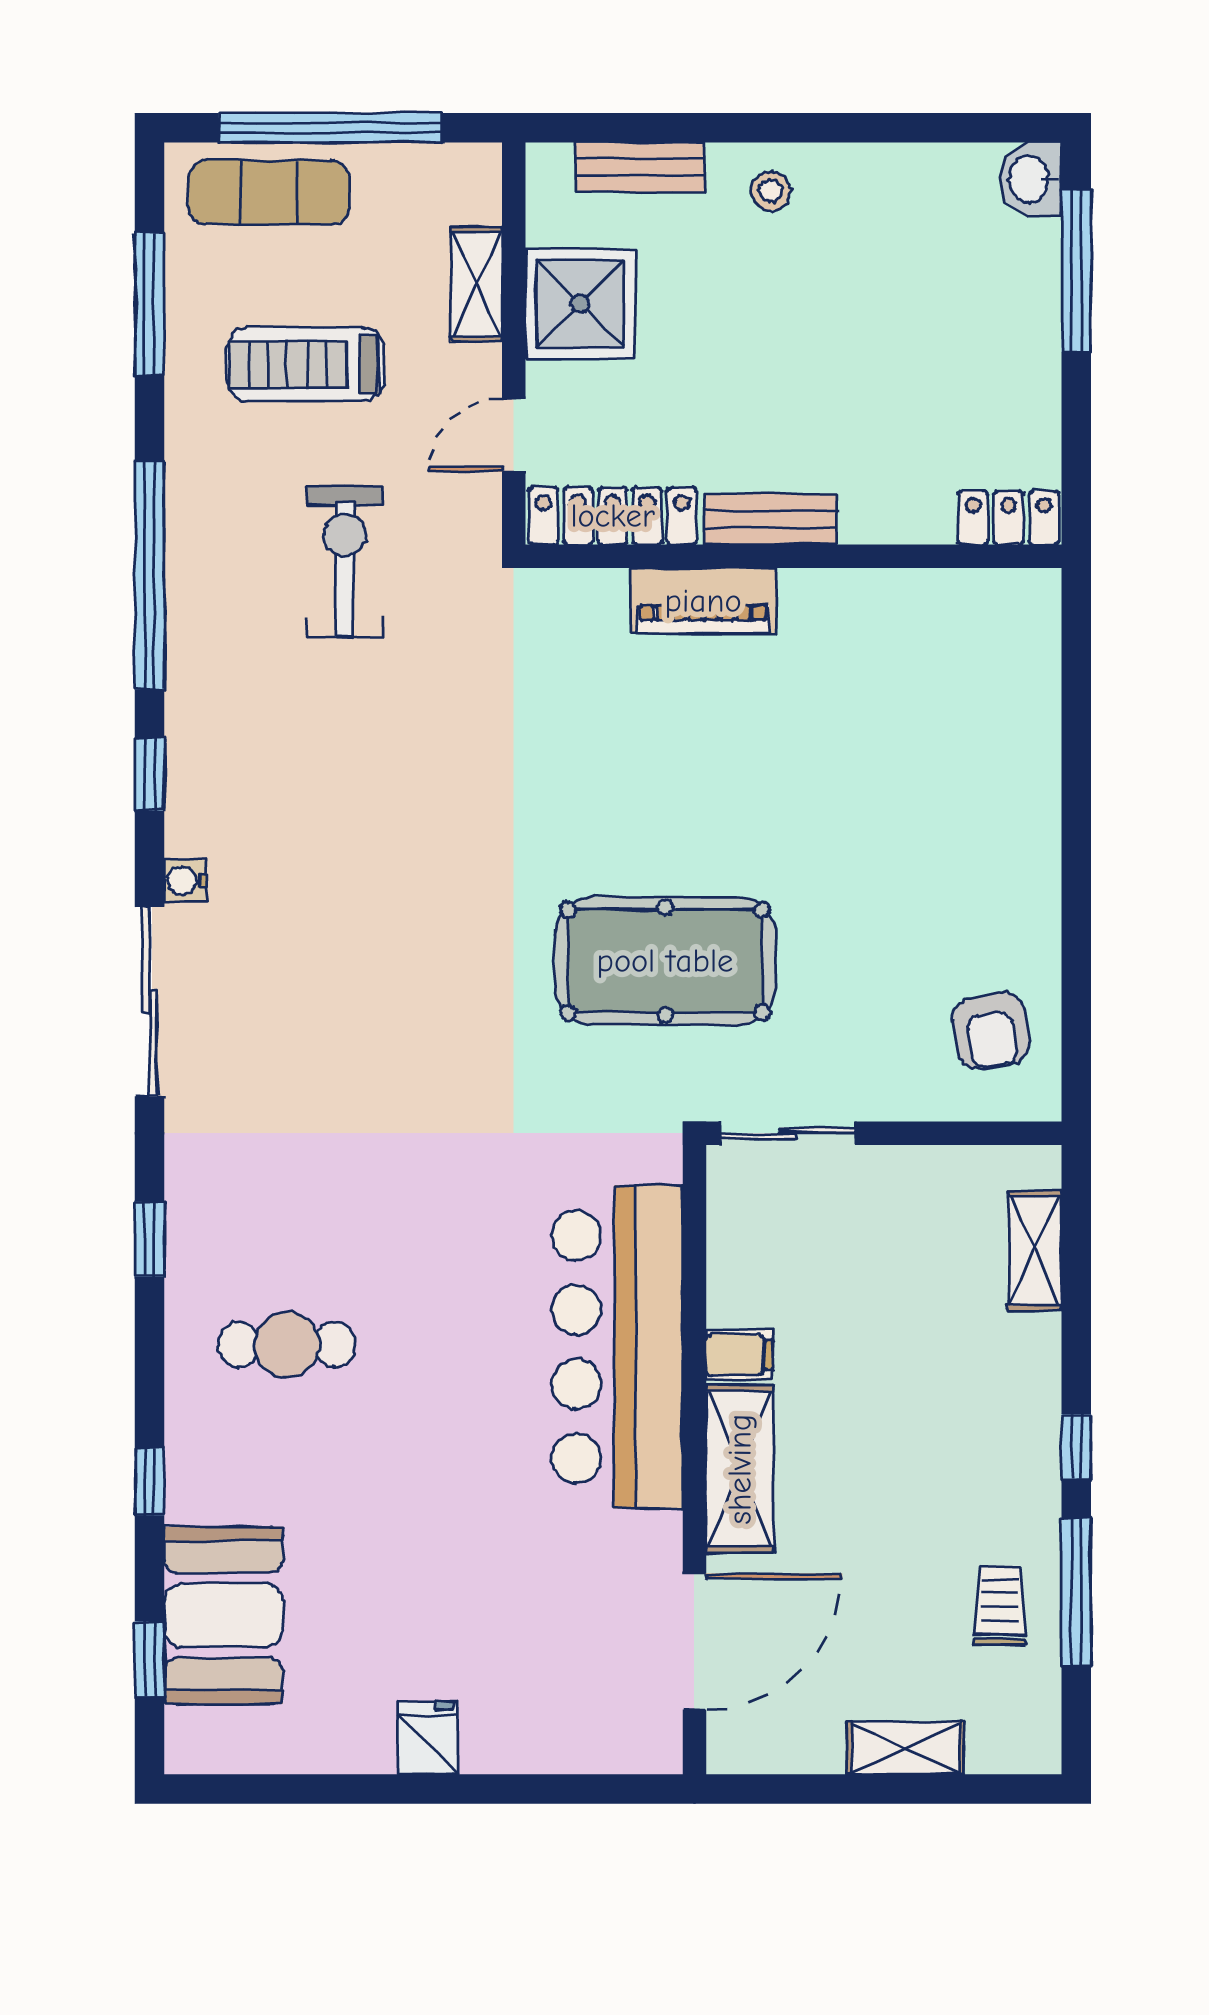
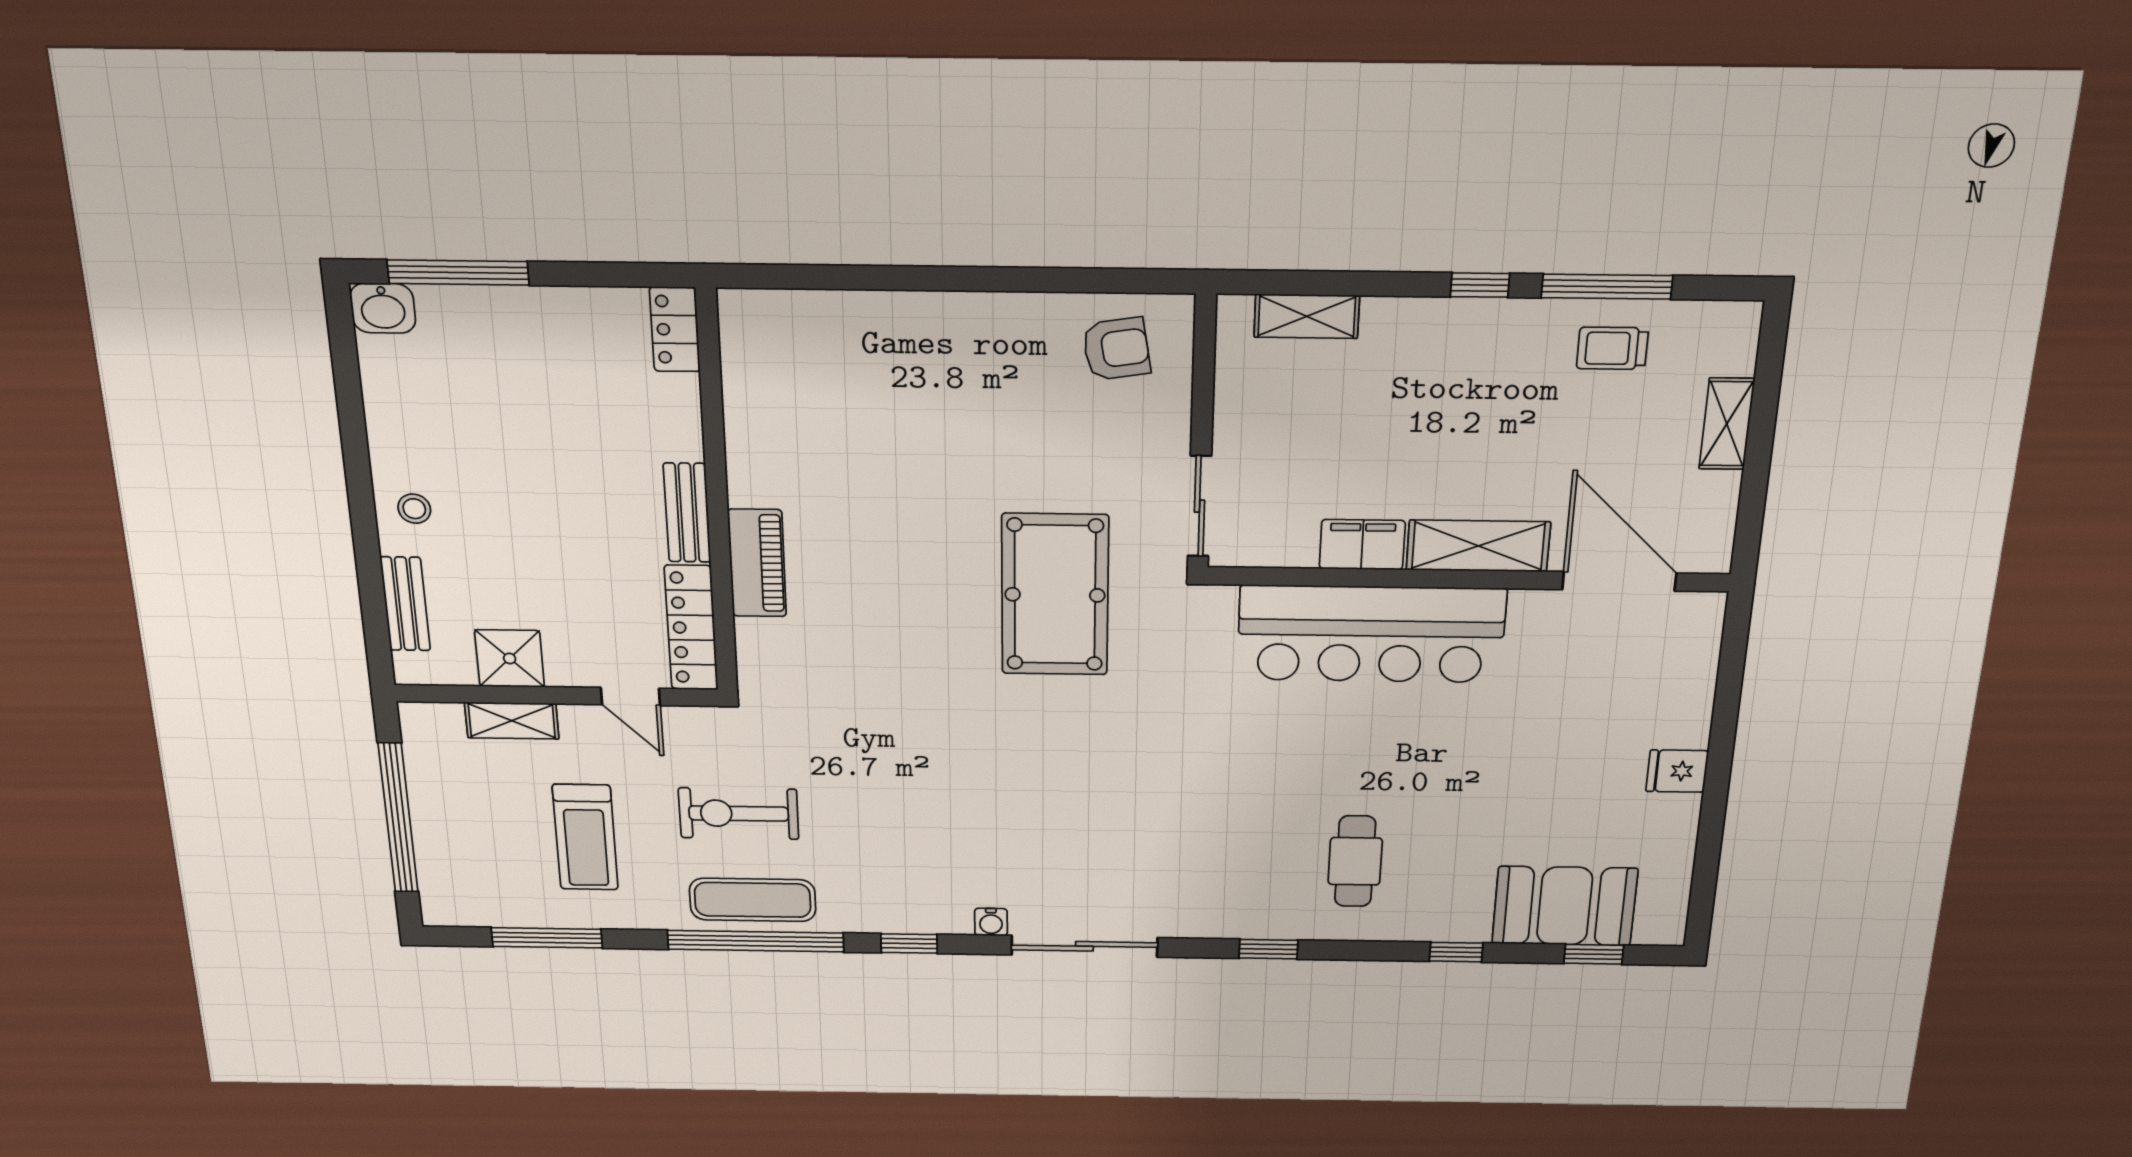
exercise mat: (269, 192) -> (753, 900), moved, turned 90
shower: (580, 304) -> (510, 658), width x0.73, depth x0.73
filing cabinet: (739, 1355) -> (1362, 545), width x2.00

